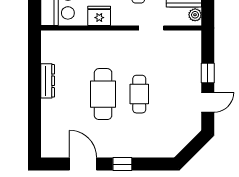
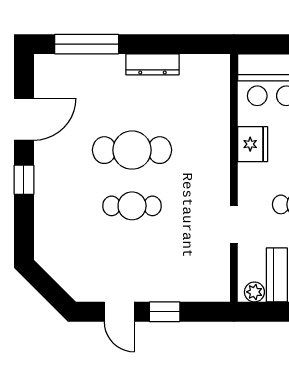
window: (34, 124) -> (87, 44), added

